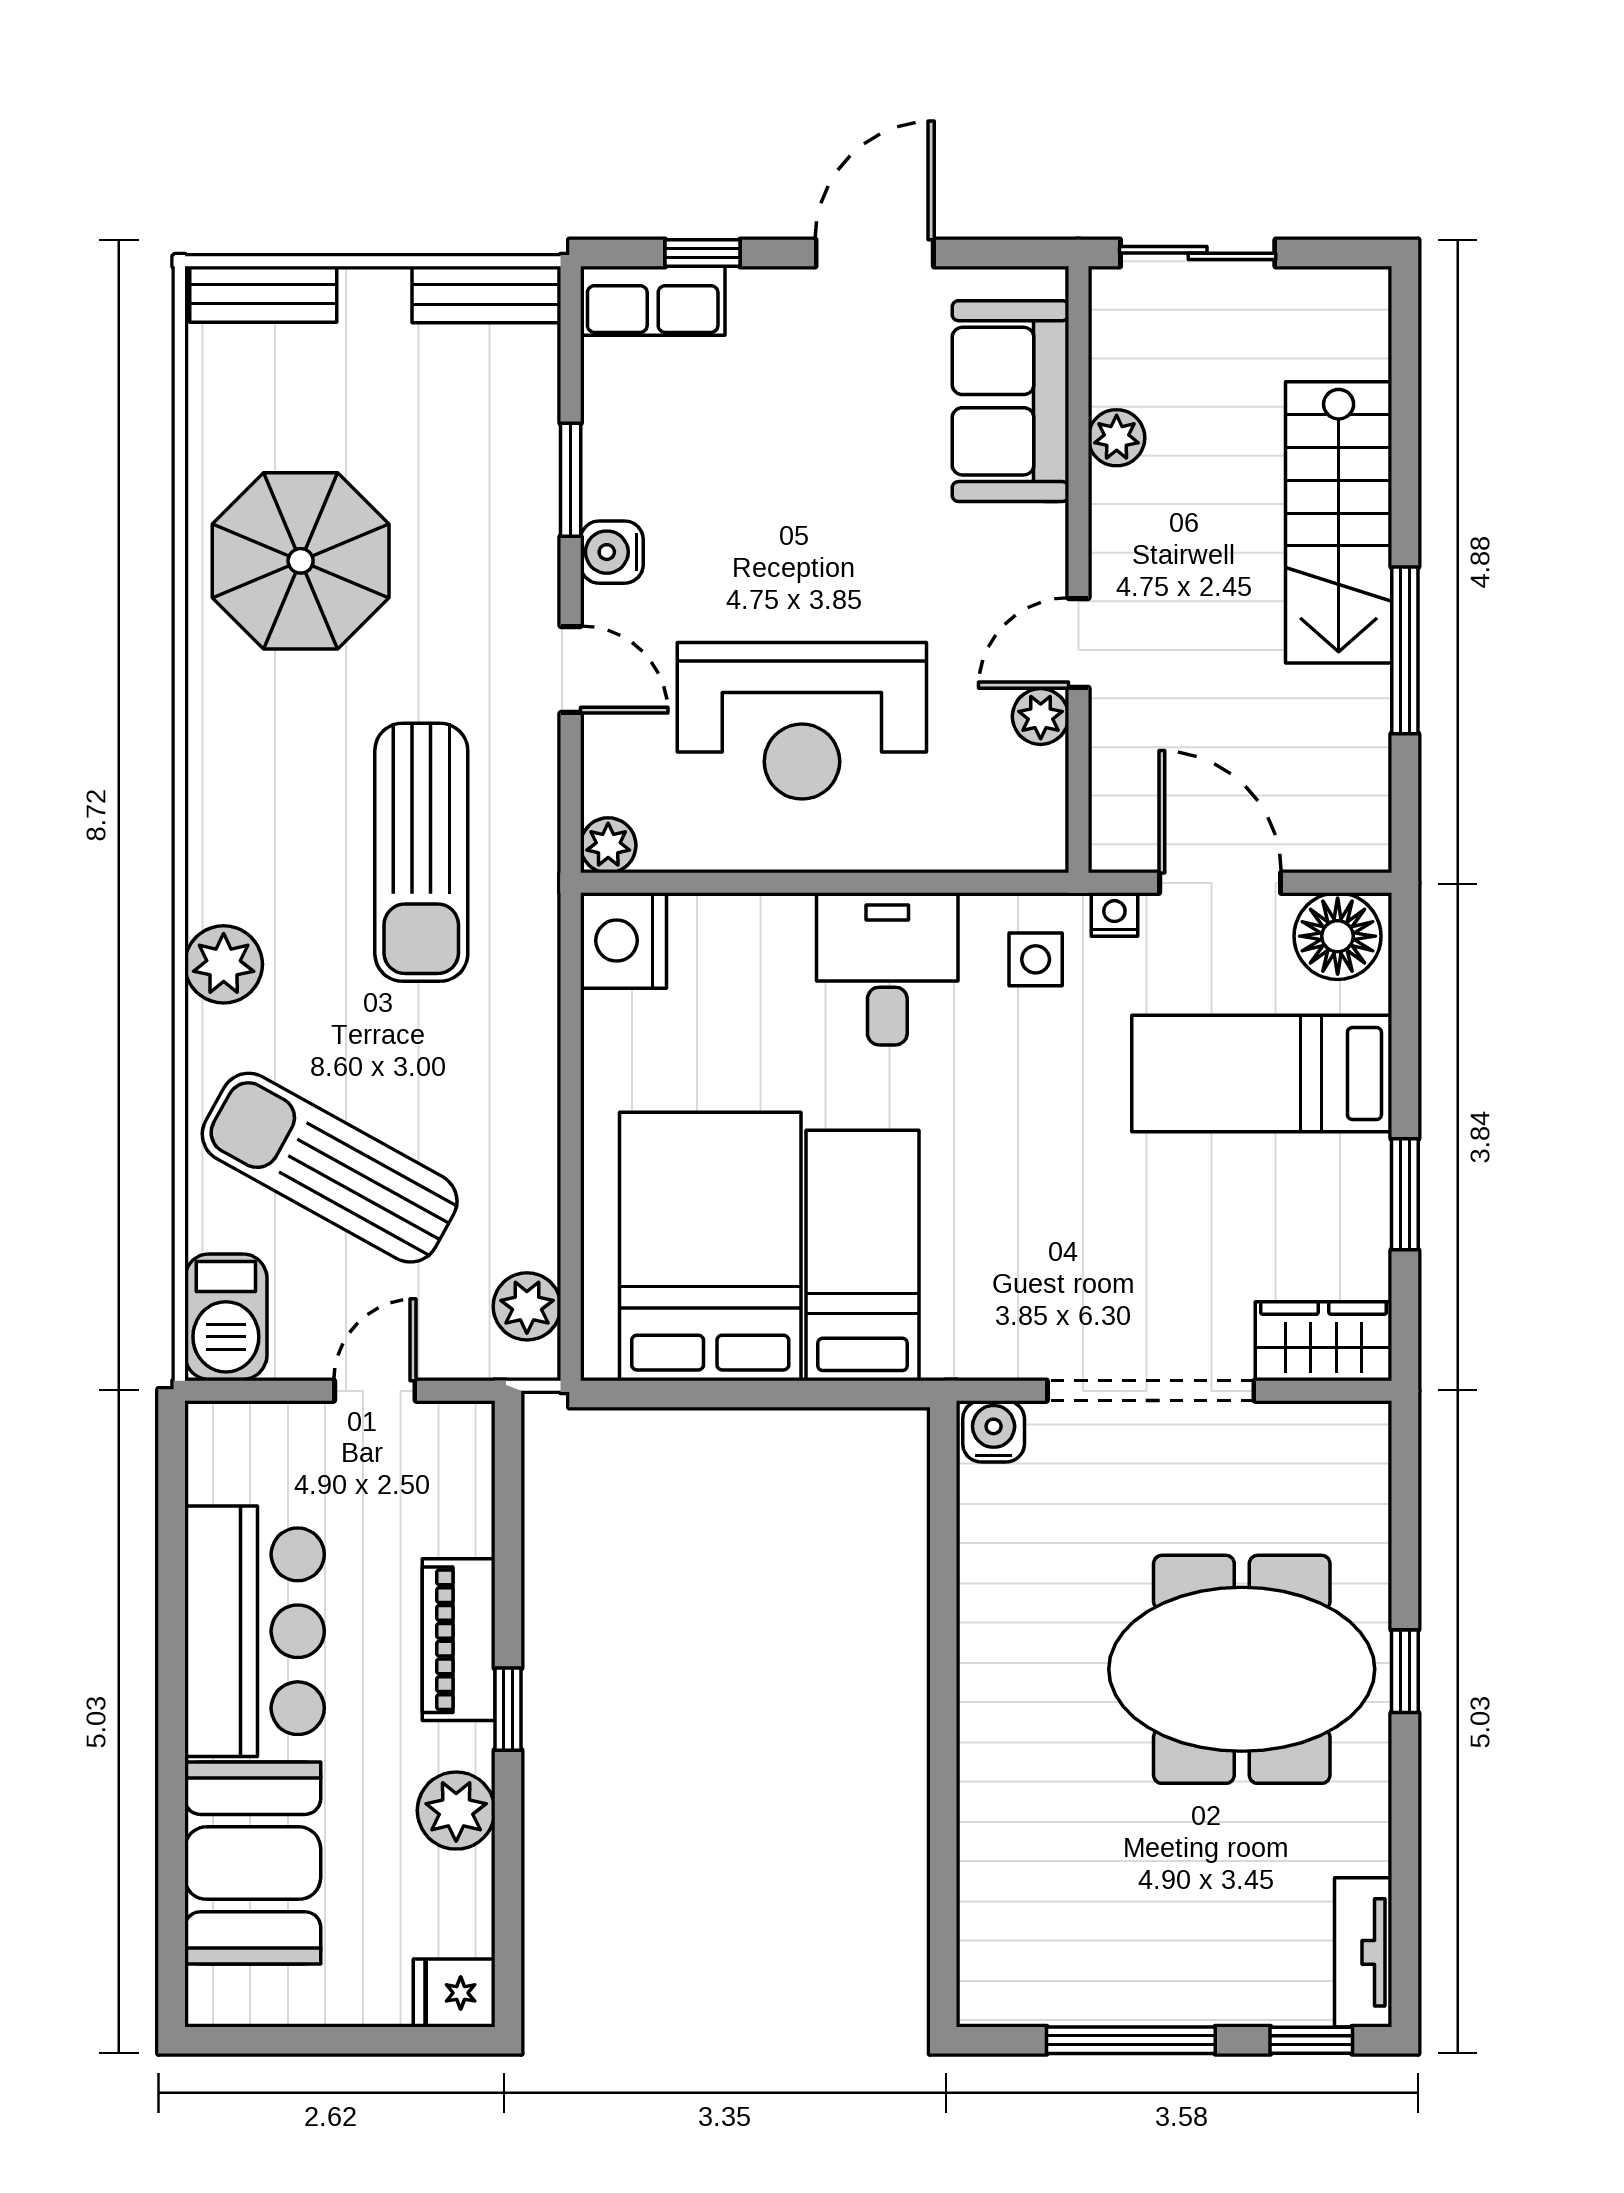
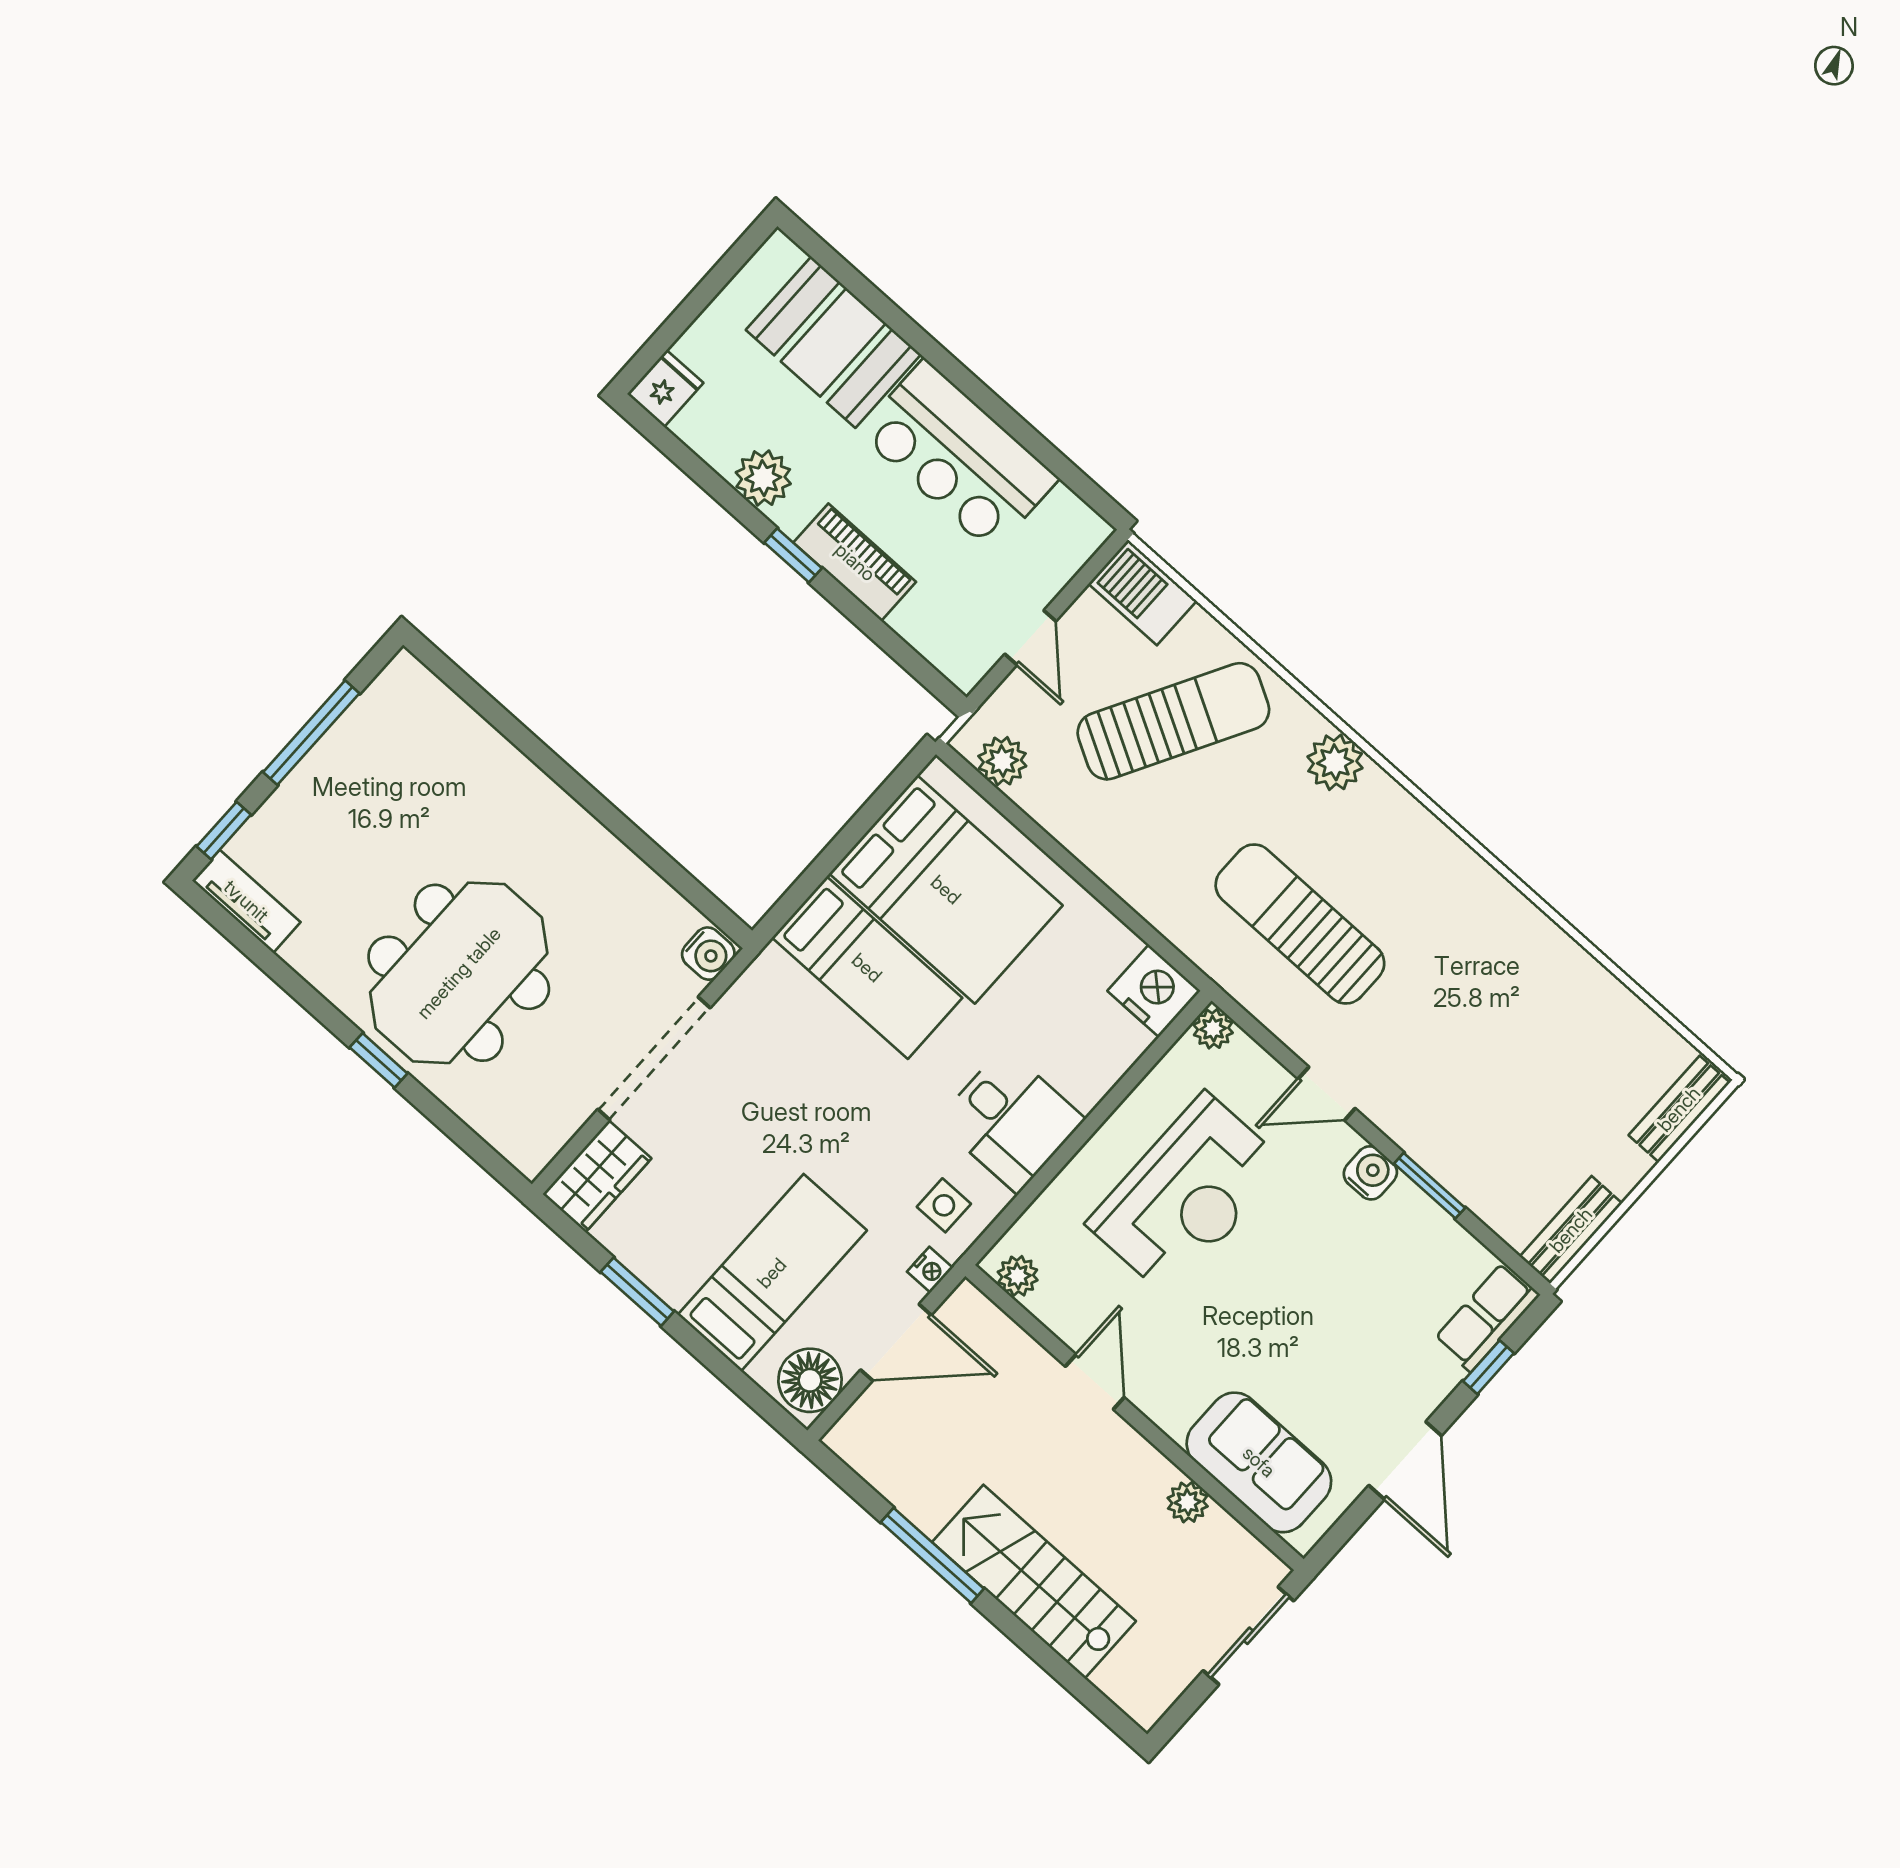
parasol: (301, 561) -> (1517, 1000), removed
plant: (1041, 716) -> (1018, 1276), moved
reception desk: (802, 721) -> (1187, 1194), turned 180

